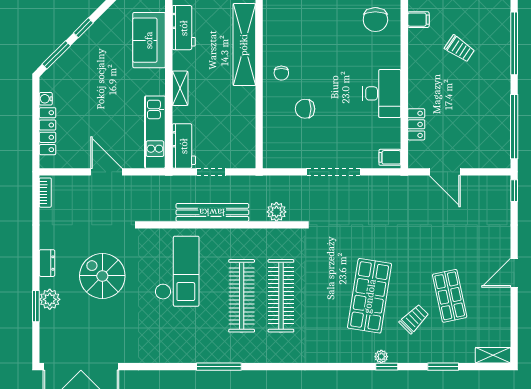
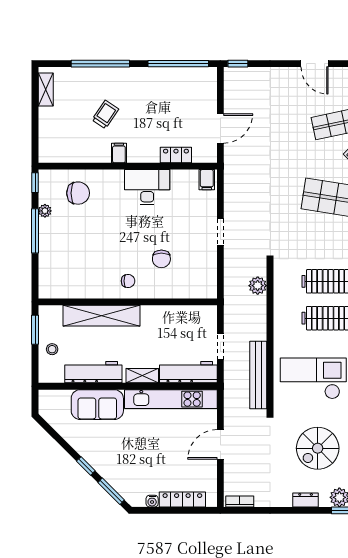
filing cabinet: (418, 20) -> (119, 153), moved
workbench: (184, 28) -> (93, 372), width x1.38
kitchen unit: (155, 132) -> (171, 399), width x1.36
workbench: (184, 146) -> (188, 372), width x1.38
doorway: (333, 172) -> (220, 232), width x0.53
bench: (212, 212) -> (258, 375), moved

